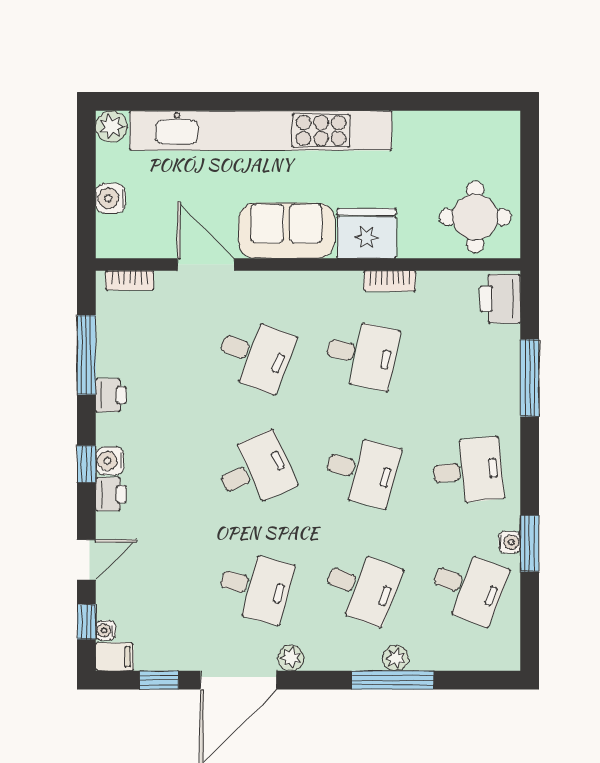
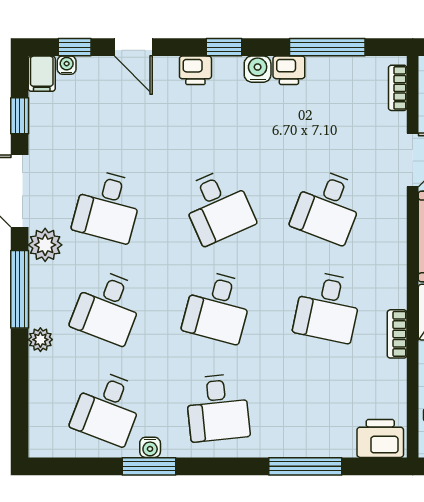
water cooler: (110, 461) -> (258, 69), moved
plant: (291, 658) -> (45, 245), width x1.38, depth x1.38
window: (393, 680) -> (20, 289), moved

